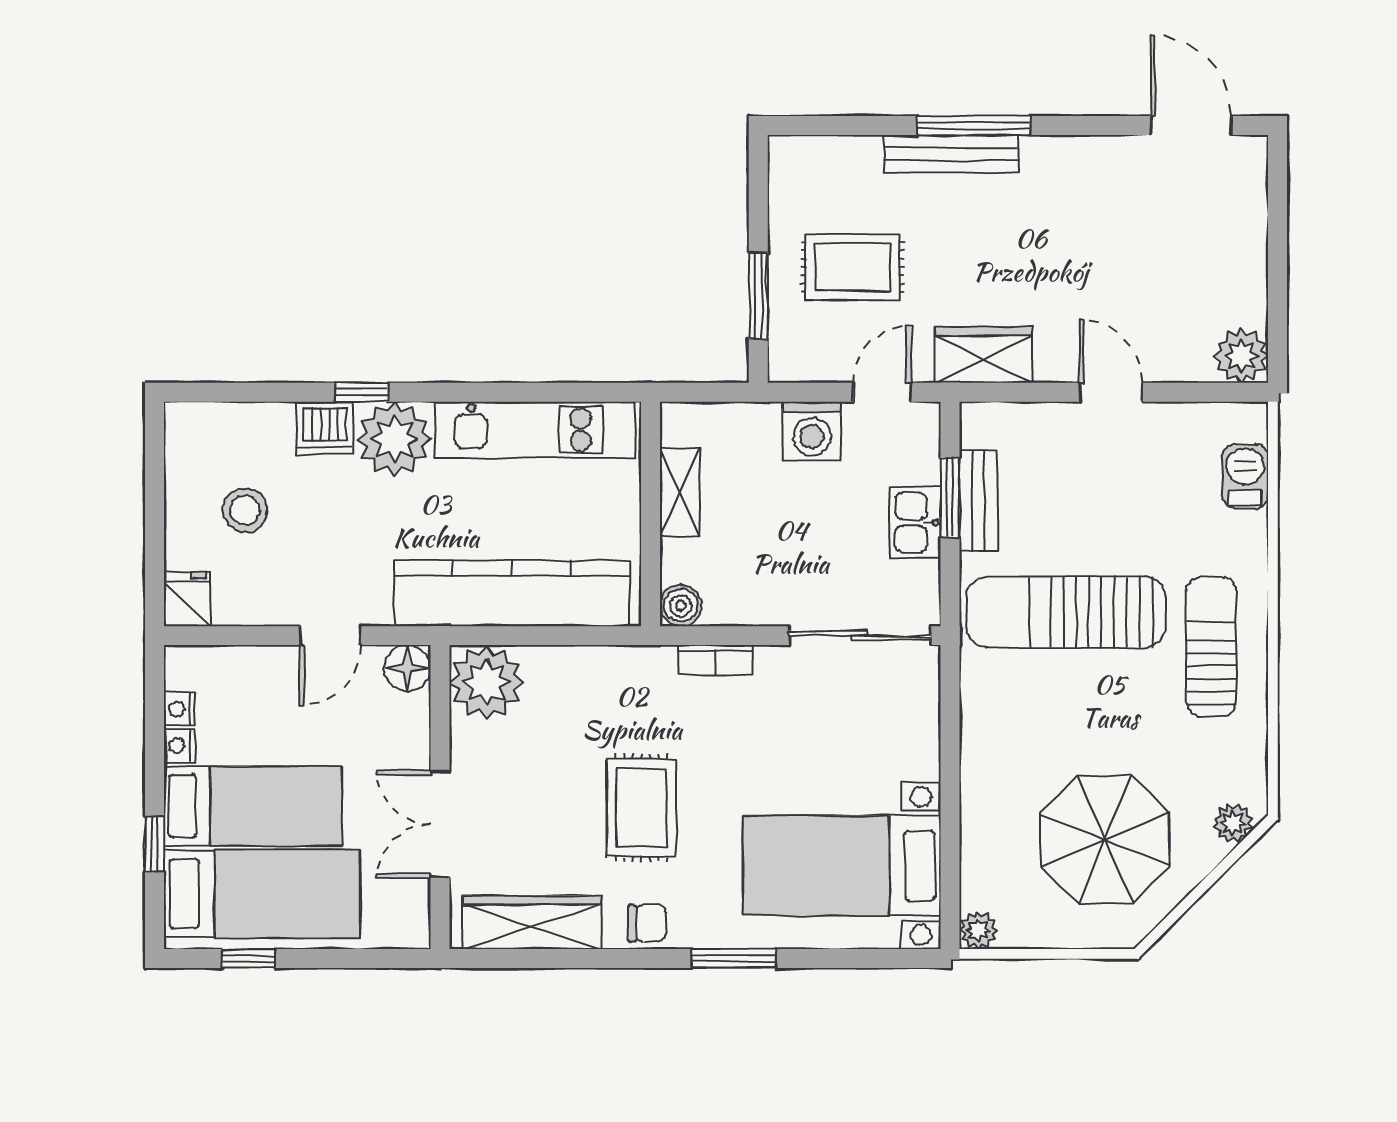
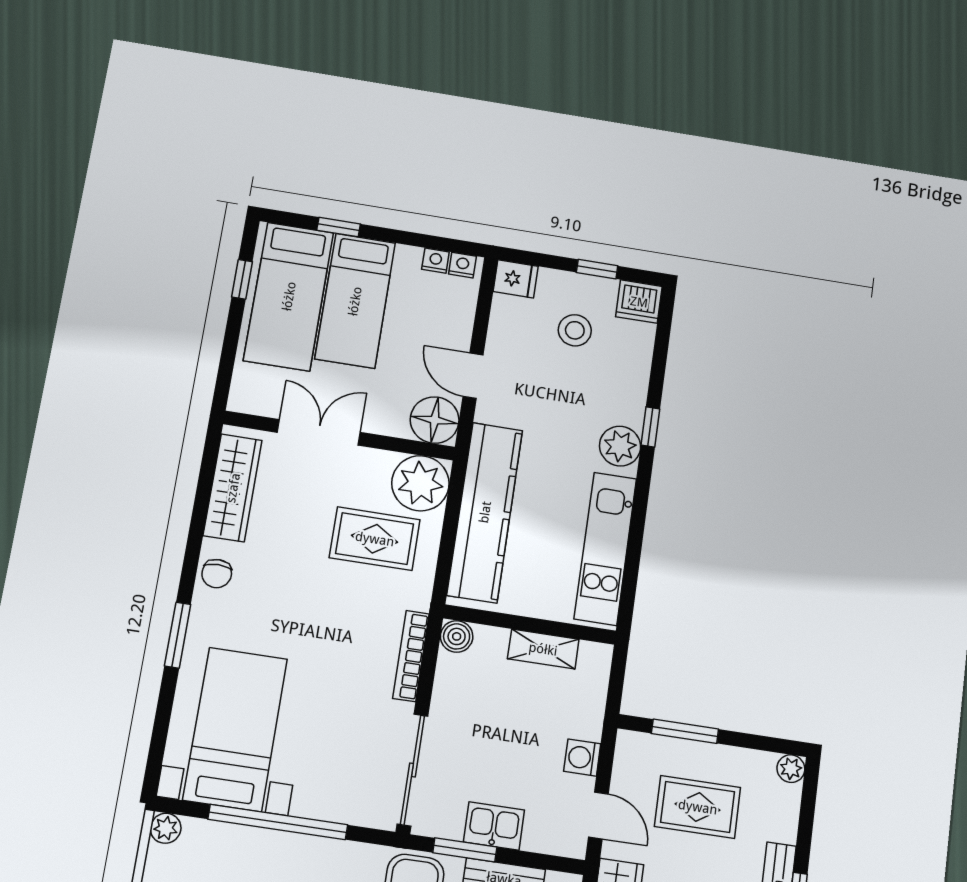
plant: (785, 153) -> (791, 769), added
rug: (852, 267) -> (698, 807), turned 90
dishwasher: (325, 428) -> (639, 302), moved, turned -90
washing machine: (812, 431) -> (582, 758), width x0.73, depth x0.73
plant: (394, 439) -> (620, 446), width x0.73, depth x0.73
window: (154, 492) -> (597, 269), added
window: (950, 497) -> (465, 850), moved
bookcase: (715, 660) -> (411, 656), width x1.56
floor lamp: (407, 668) -> (435, 420), width x1.38, depth x1.38
nightstand: (179, 746) -> (462, 265), moved
window: (950, 793) -> (278, 822), added
rug: (642, 808) -> (375, 539), moved

